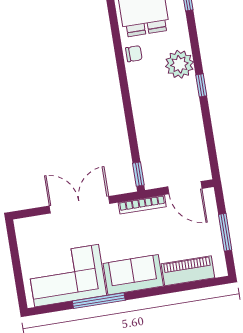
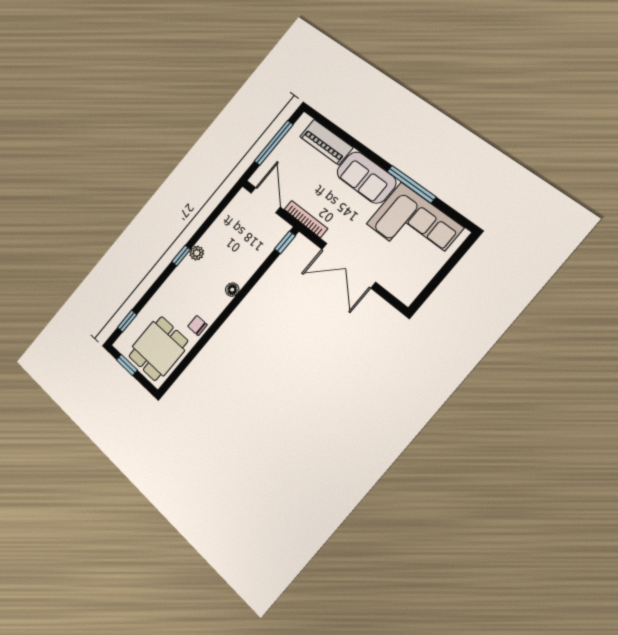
plant: (179, 64) -> (197, 253), moved, width x0.53, depth x0.53
floor lamp: (138, 104) -> (232, 290), added
window: (225, 232) -> (274, 143), width x1.44

